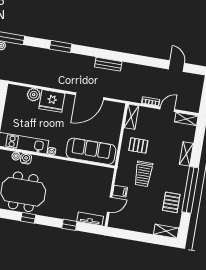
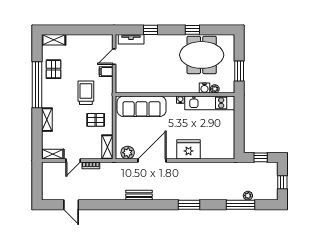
plant: (34, 95) -> (128, 153), moved

